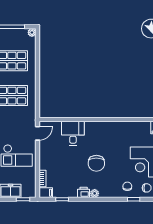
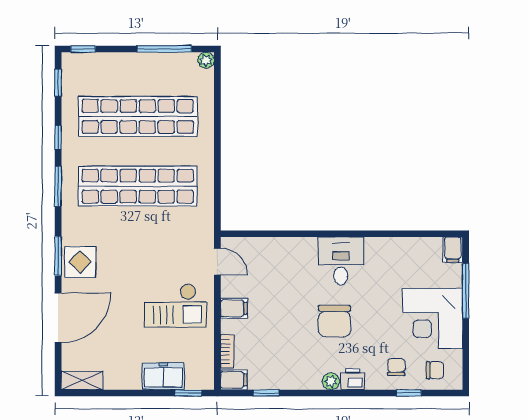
door: (38, 133) -> (217, 261), hinge flipped
desk: (73, 133) -> (341, 261), moved
filing cabinet: (46, 157) -> (234, 308), added
printer: (84, 192) -> (353, 379), moved

